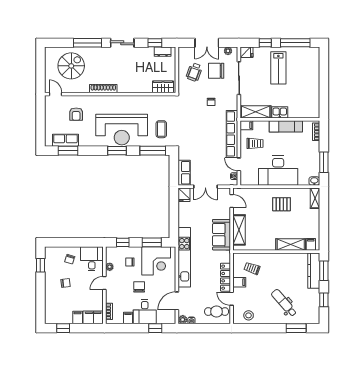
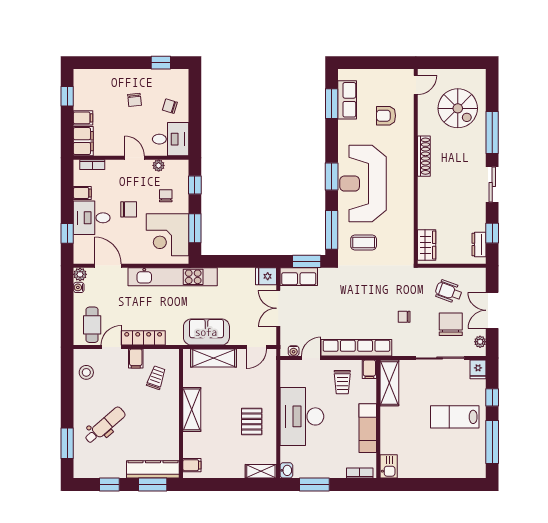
kitchen sink: (280, 112) -> (389, 466), moved
window: (174, 167) -> (307, 261), added
shelving: (291, 245) -> (192, 409), moved

